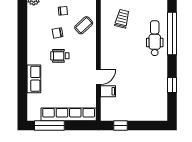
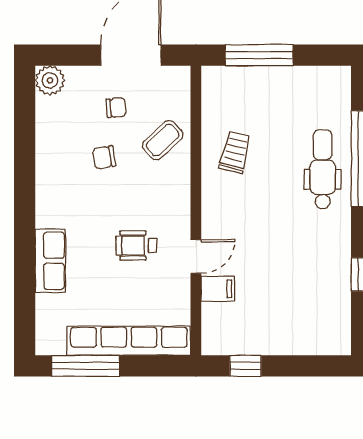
trolley: (122, 19) -> (235, 152), moved
wheelchair: (60, 56) -> (136, 246), moved

